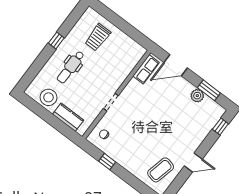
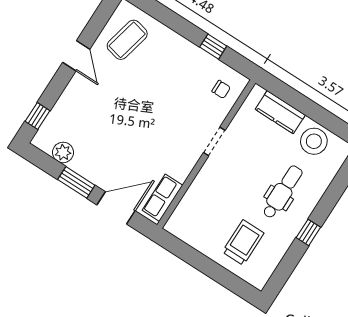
window: (209, 90) -> (76, 182), moved
plant: (197, 96) -> (63, 152), moved
door: (193, 162) -> (76, 56), swing flipped

